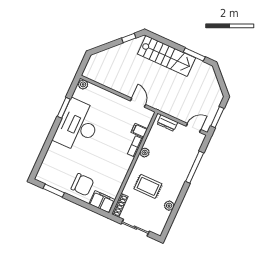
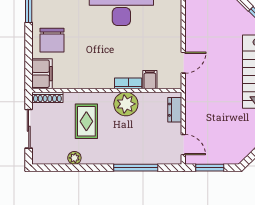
plant: (145, 153) -> (126, 104), width x1.88, depth x1.88

